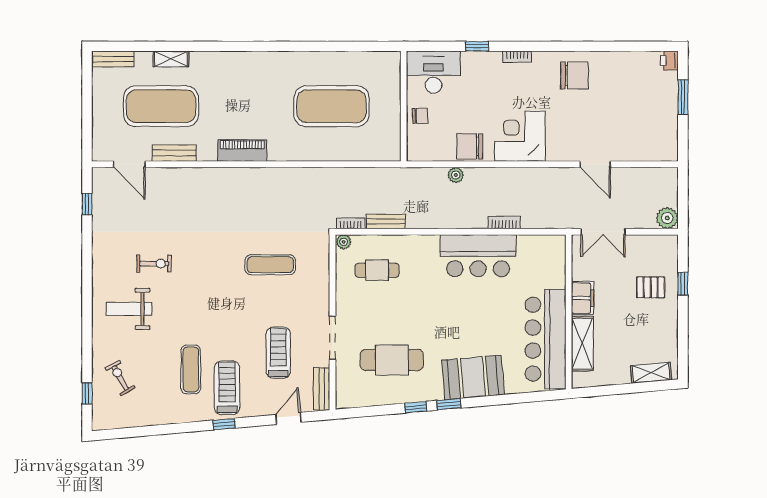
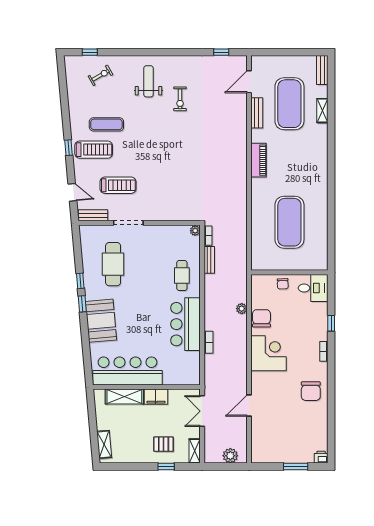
desk: (433, 72) -> (313, 288), width x0.73
plant: (667, 218) -> (230, 456), moved
shelving: (660, 243) -> (195, 451), added
exercise mat: (270, 265) -> (179, 180), removed
cafe table: (377, 270) -> (182, 276), moved
pallet: (651, 287) -> (164, 444), turned 90

